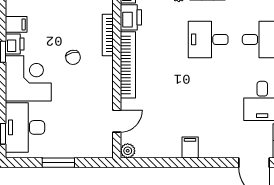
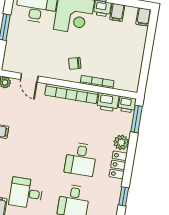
desk: (208, 39) -> (81, 159), turned 180
chair: (73, 57) -> (75, 63), moved

